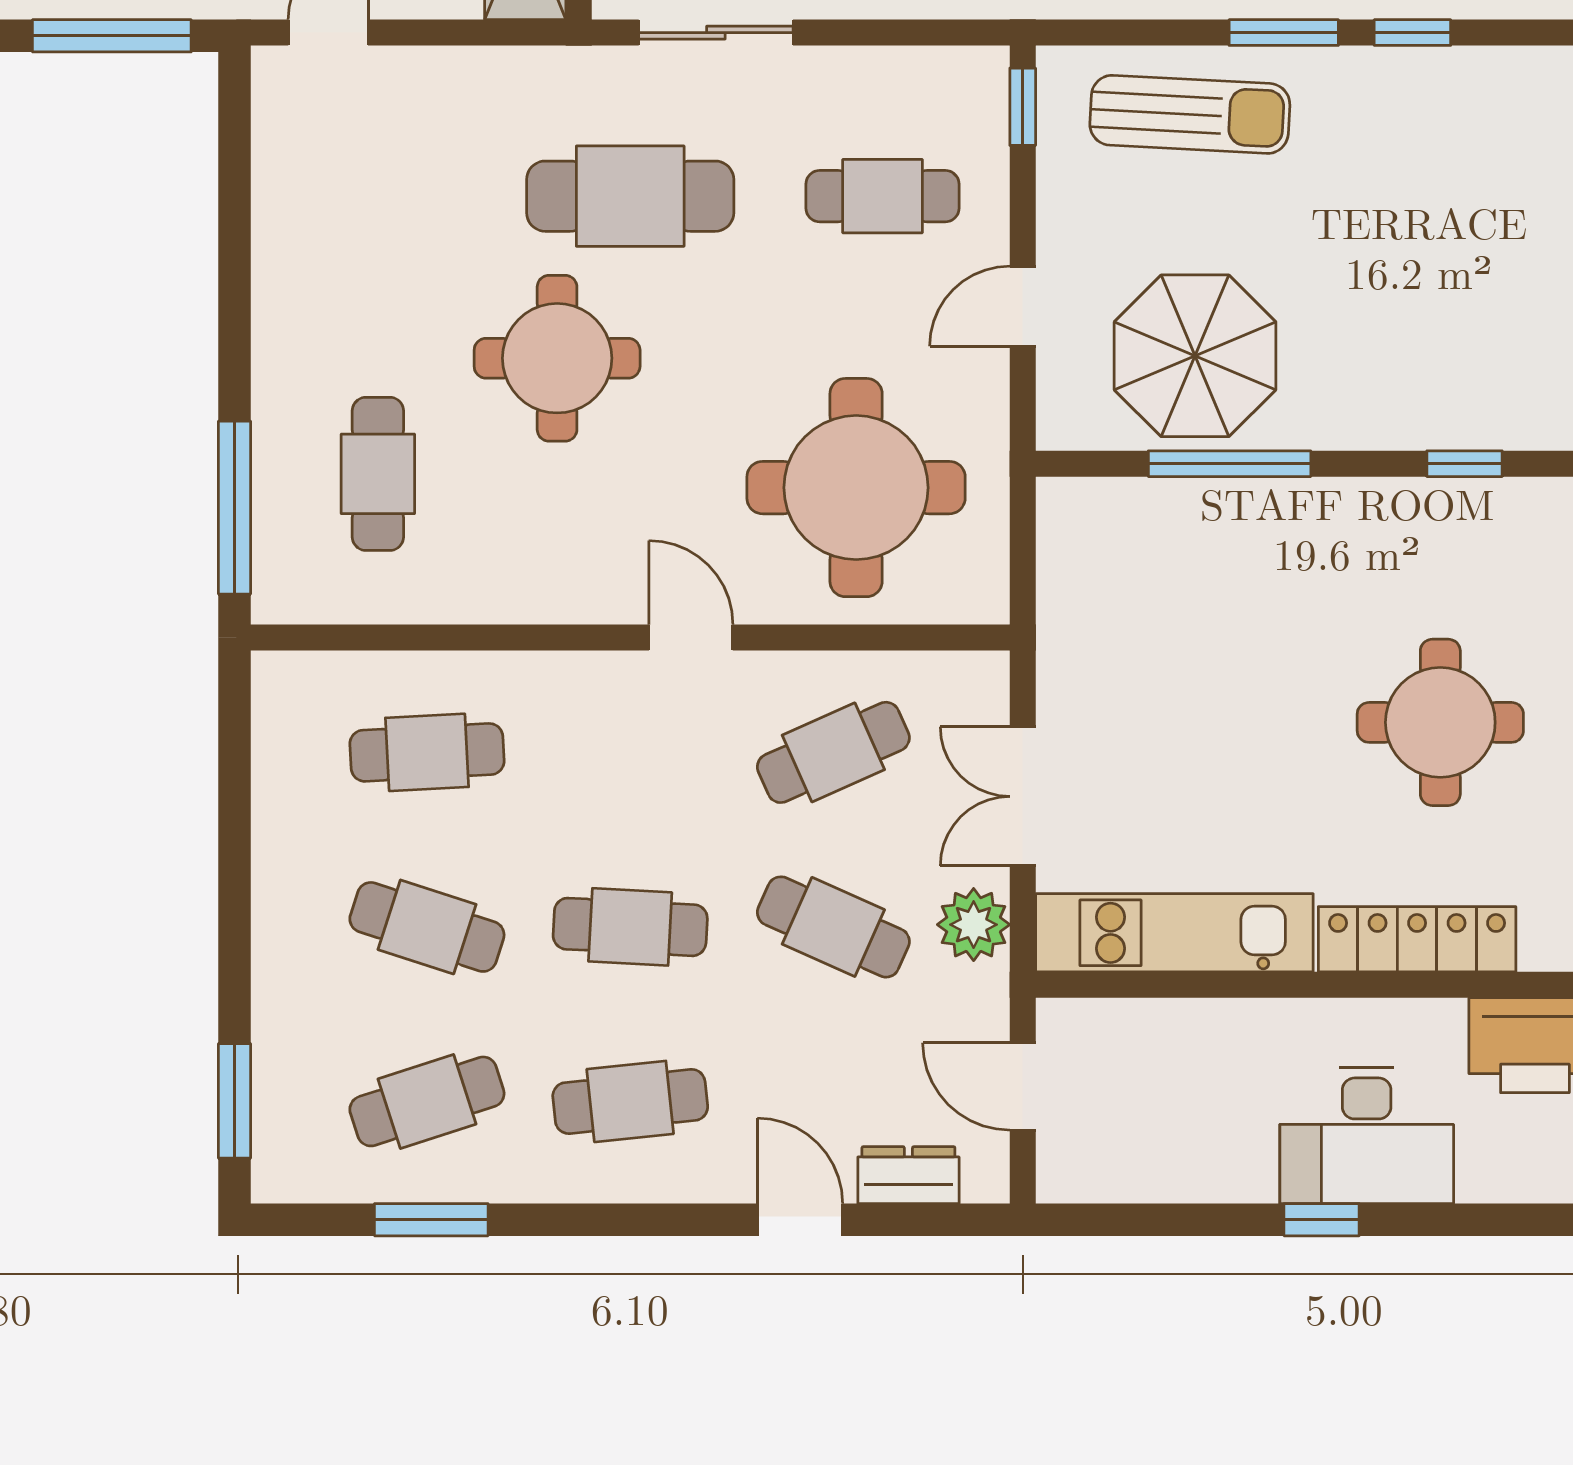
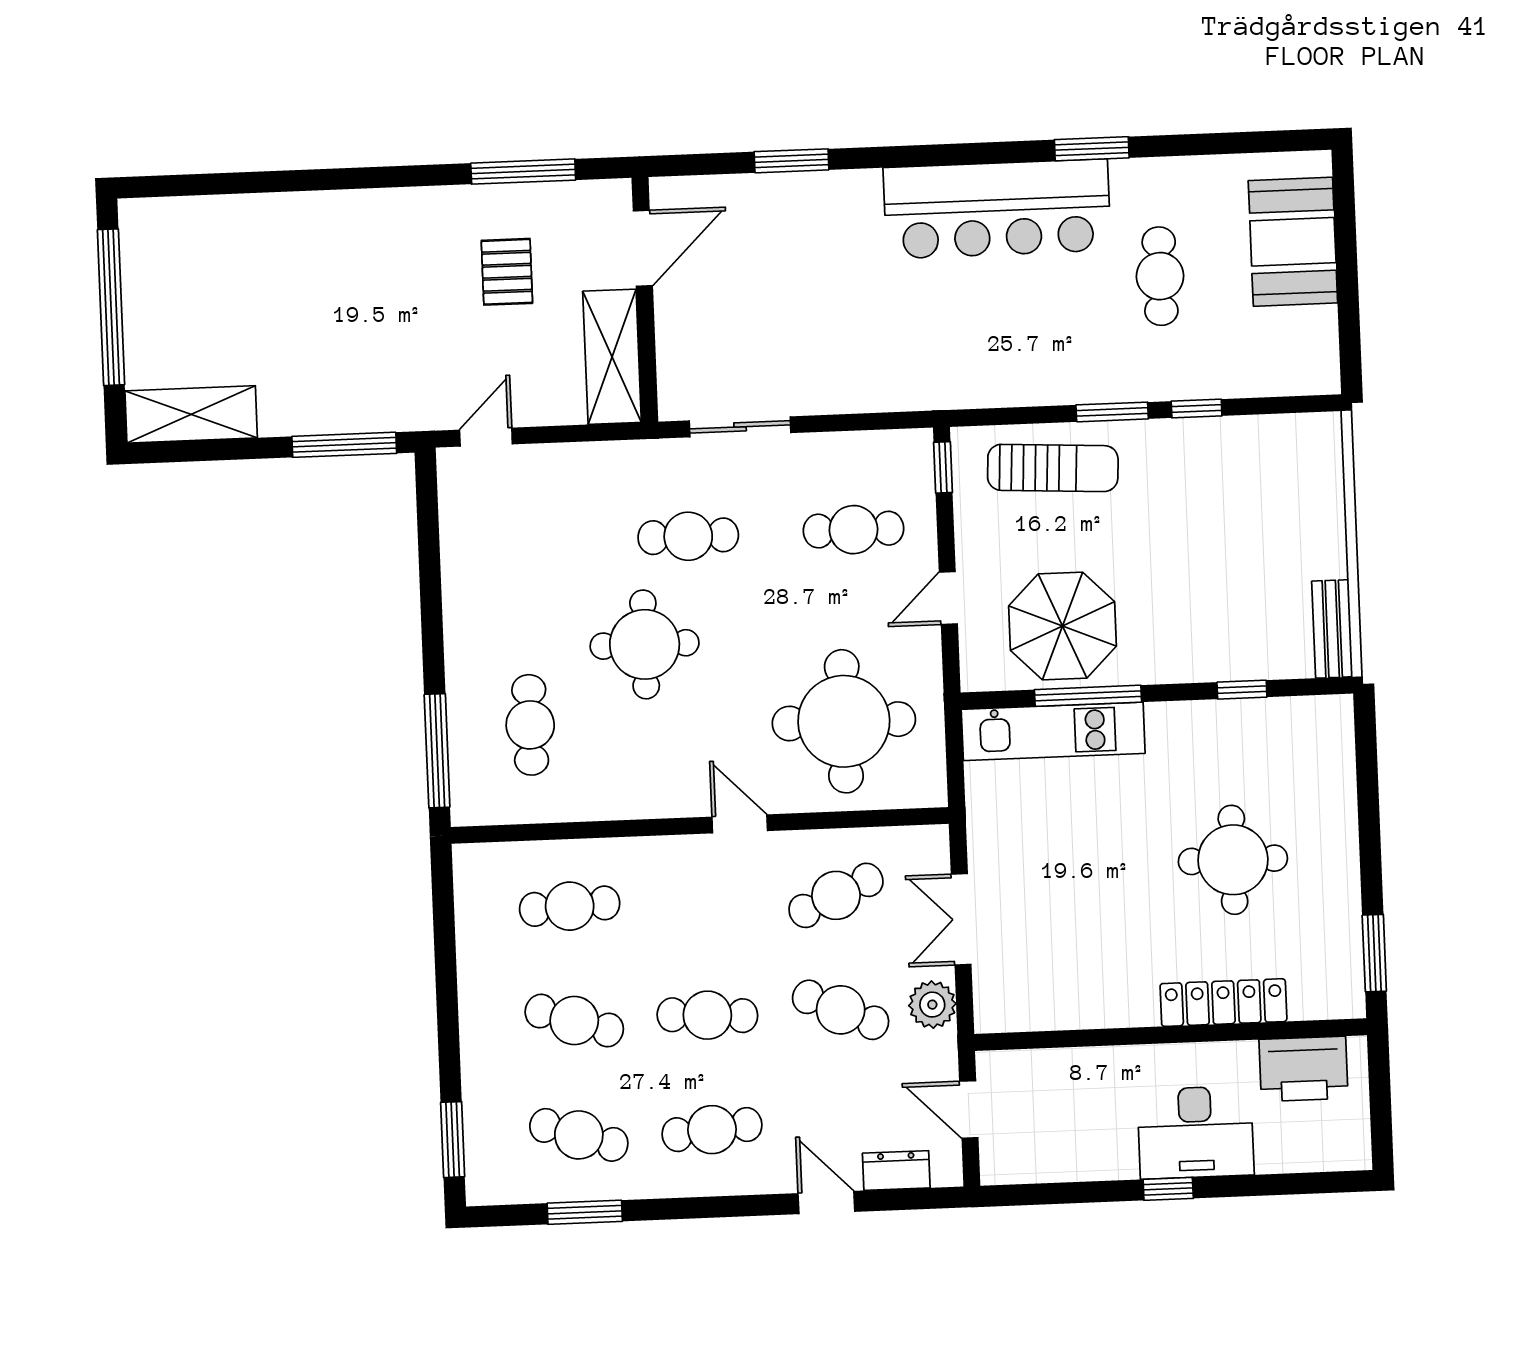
cafe table: (630, 196) -> (688, 536), width x0.73, depth x0.74
kitchen unit: (1174, 933) -> (1053, 731), moved, turned 180
cafe table: (427, 1101) -> (579, 1135), turned 36

